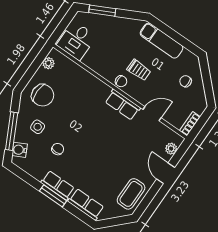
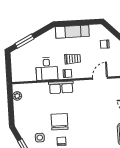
desk: (76, 41) -> (47, 69), moved
chair: (43, 95) -> (59, 122), moved, turned -90
row of seats: (123, 105) -> (61, 87), moved

